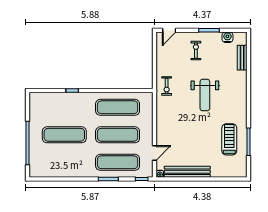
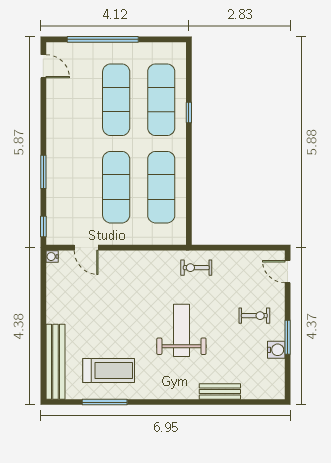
water cooler: (227, 37) -> (276, 350), moved
bench: (242, 58) -> (220, 392), moved
weight bench: (205, 95) -> (181, 330), turned 90
exercise mat: (118, 162) -> (161, 100), moved
bench: (187, 172) -> (55, 362), moved
door: (44, 179) -> (43, 66), added

